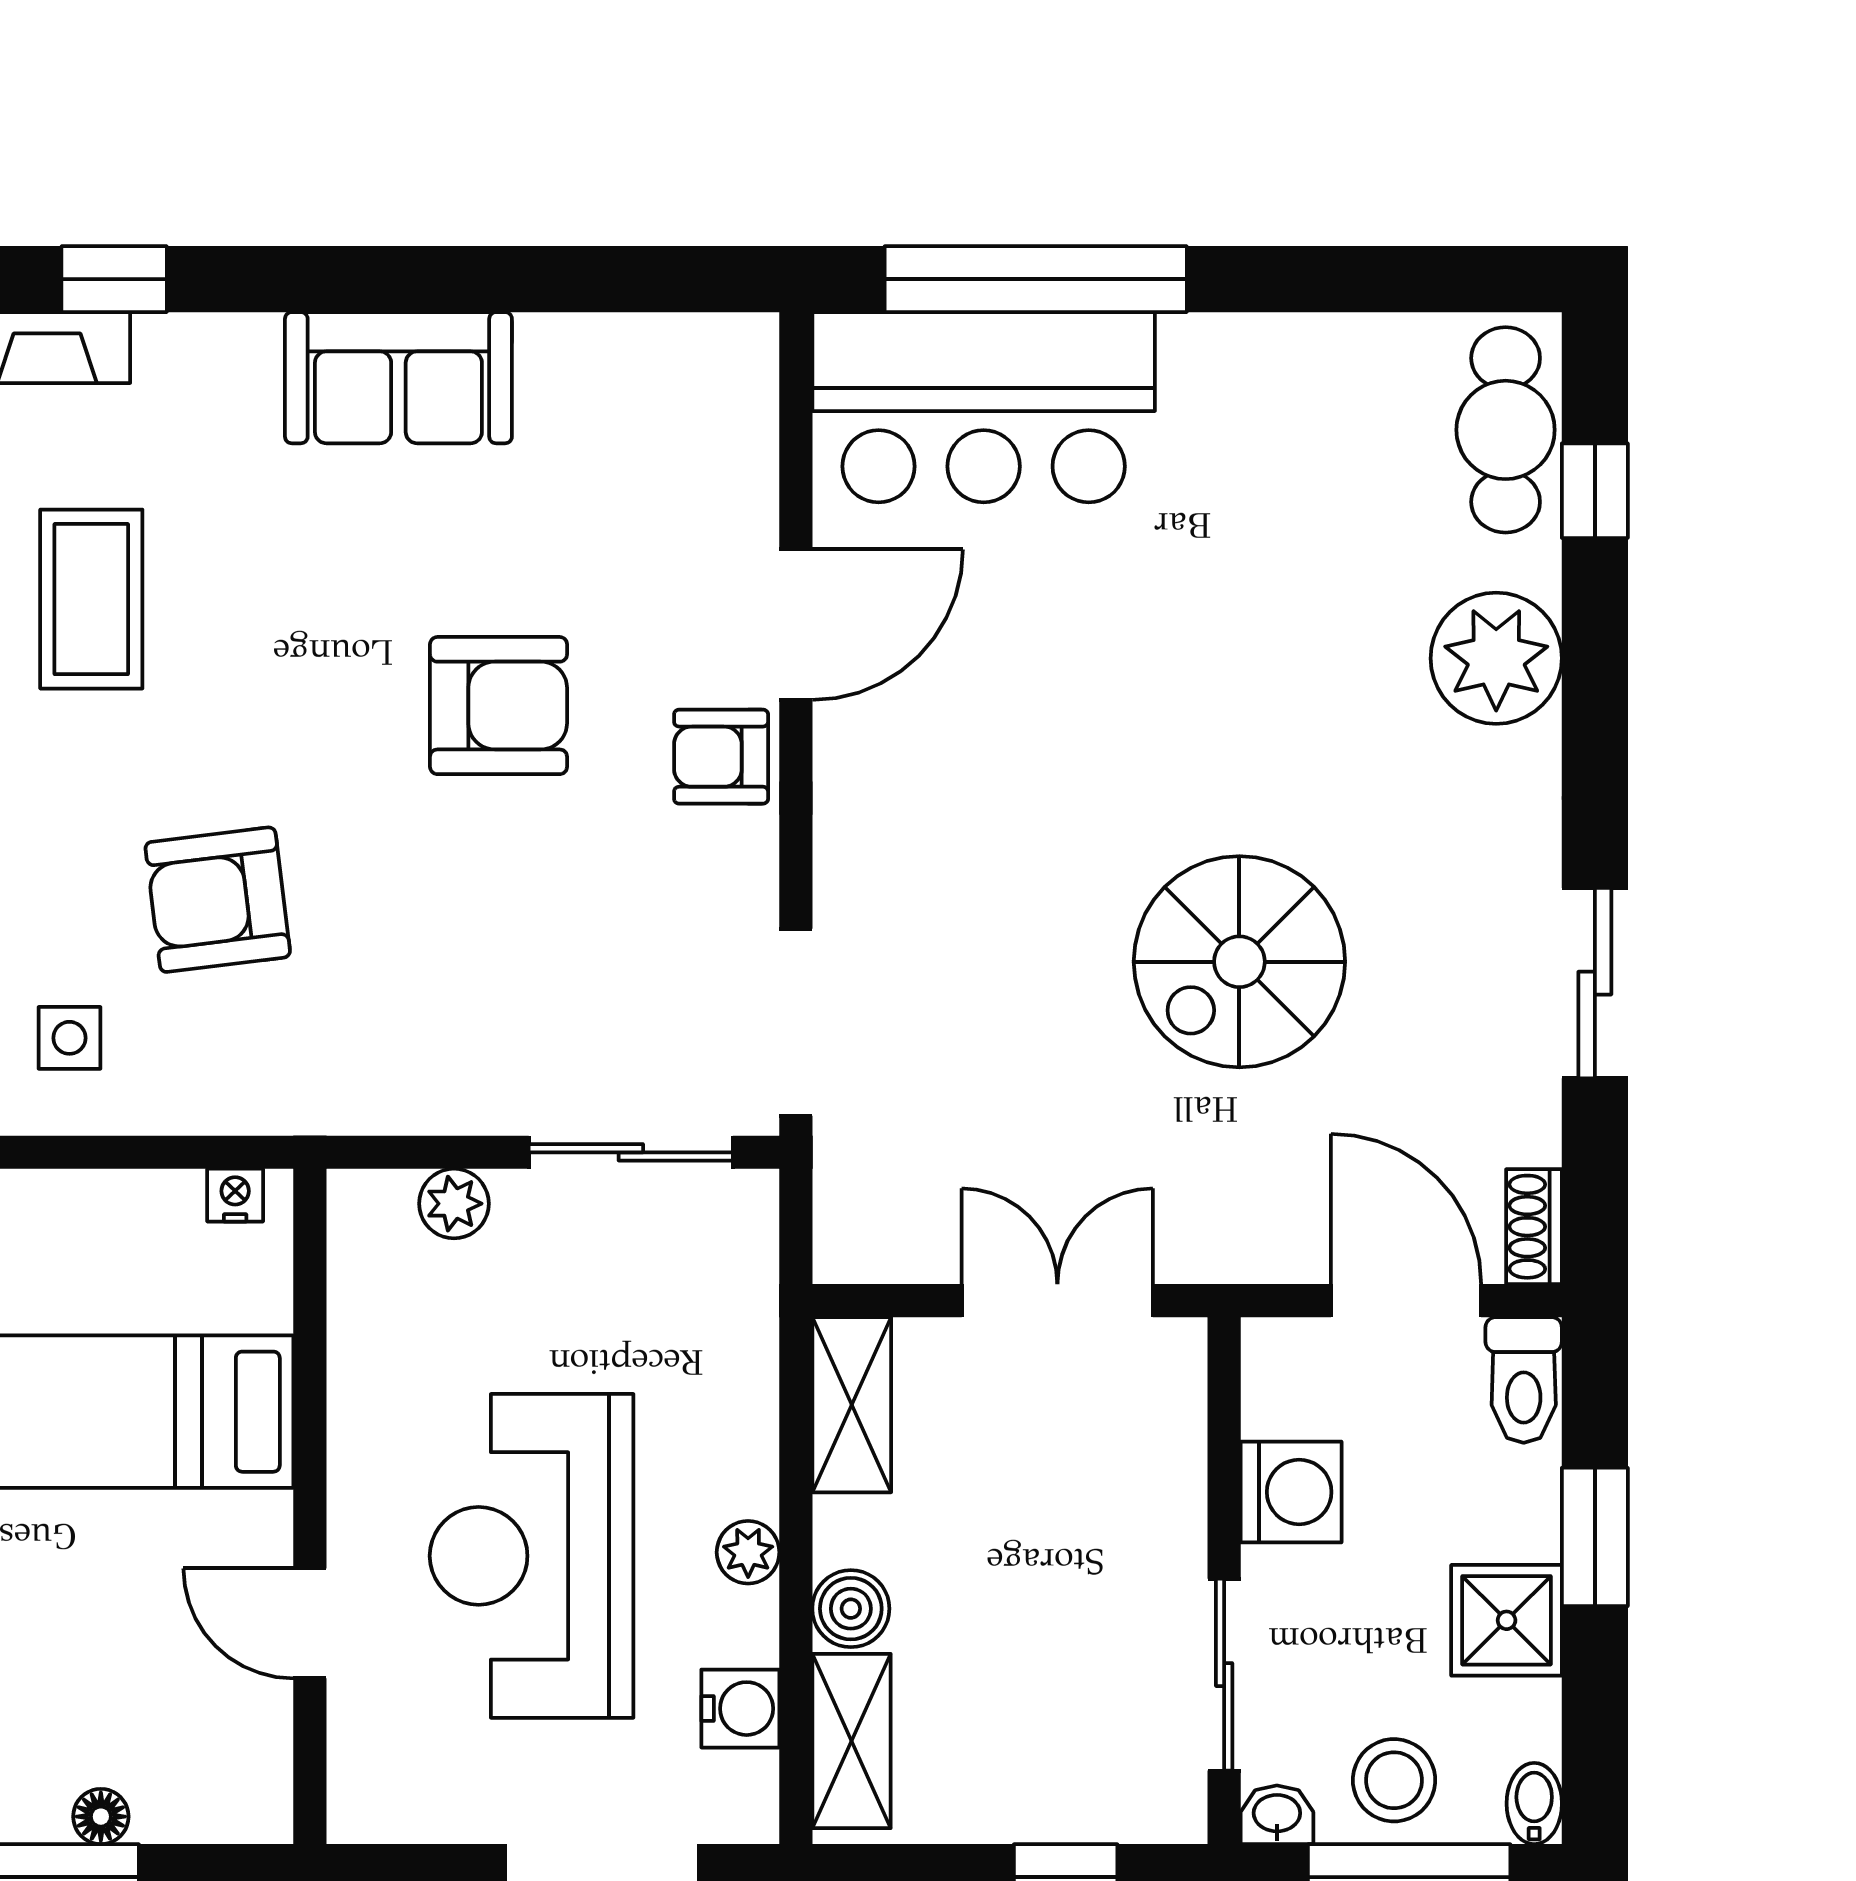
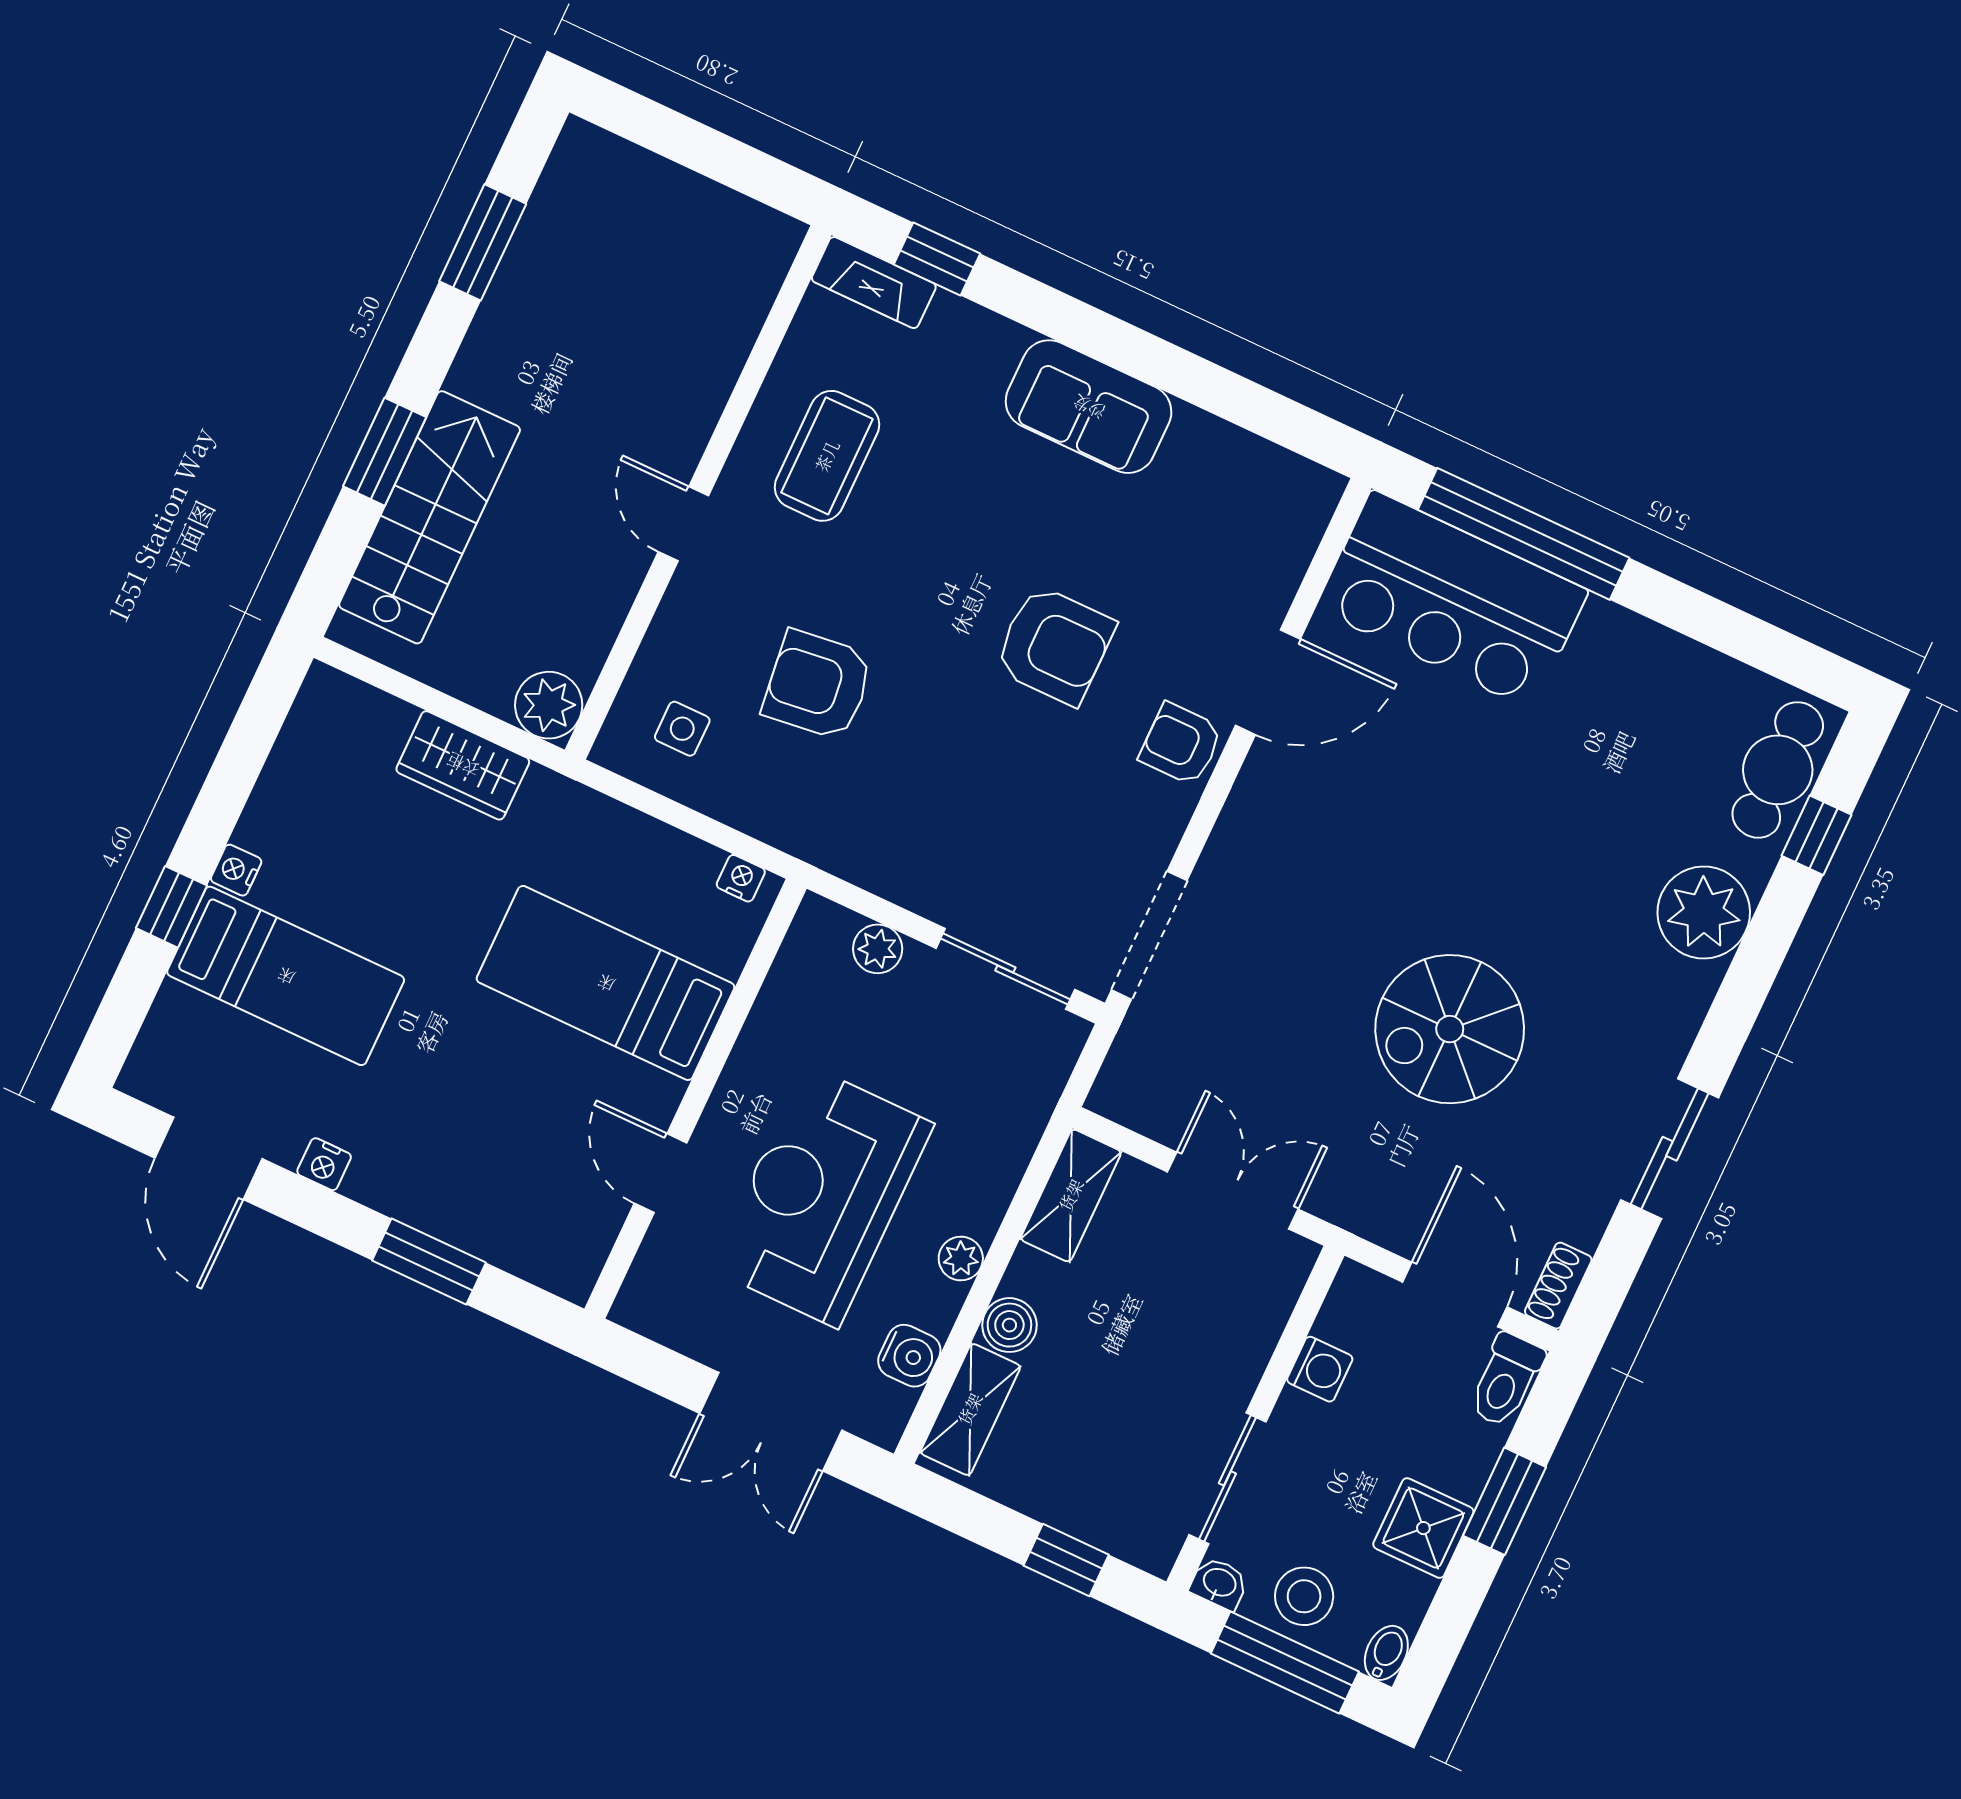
washing machine: (1291, 1492) -> (1320, 1369), width x0.73, depth x0.73
floor lamp: (101, 1817) -> (470, 1234), removed

